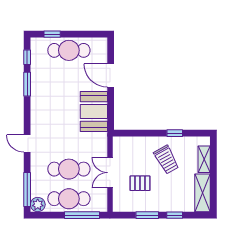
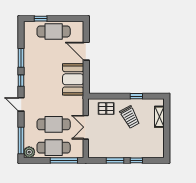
window: (27, 57) -> (21, 81), moved
pallet: (140, 183) -> (106, 109), moved
shelving: (203, 193) -> (158, 143), removed

